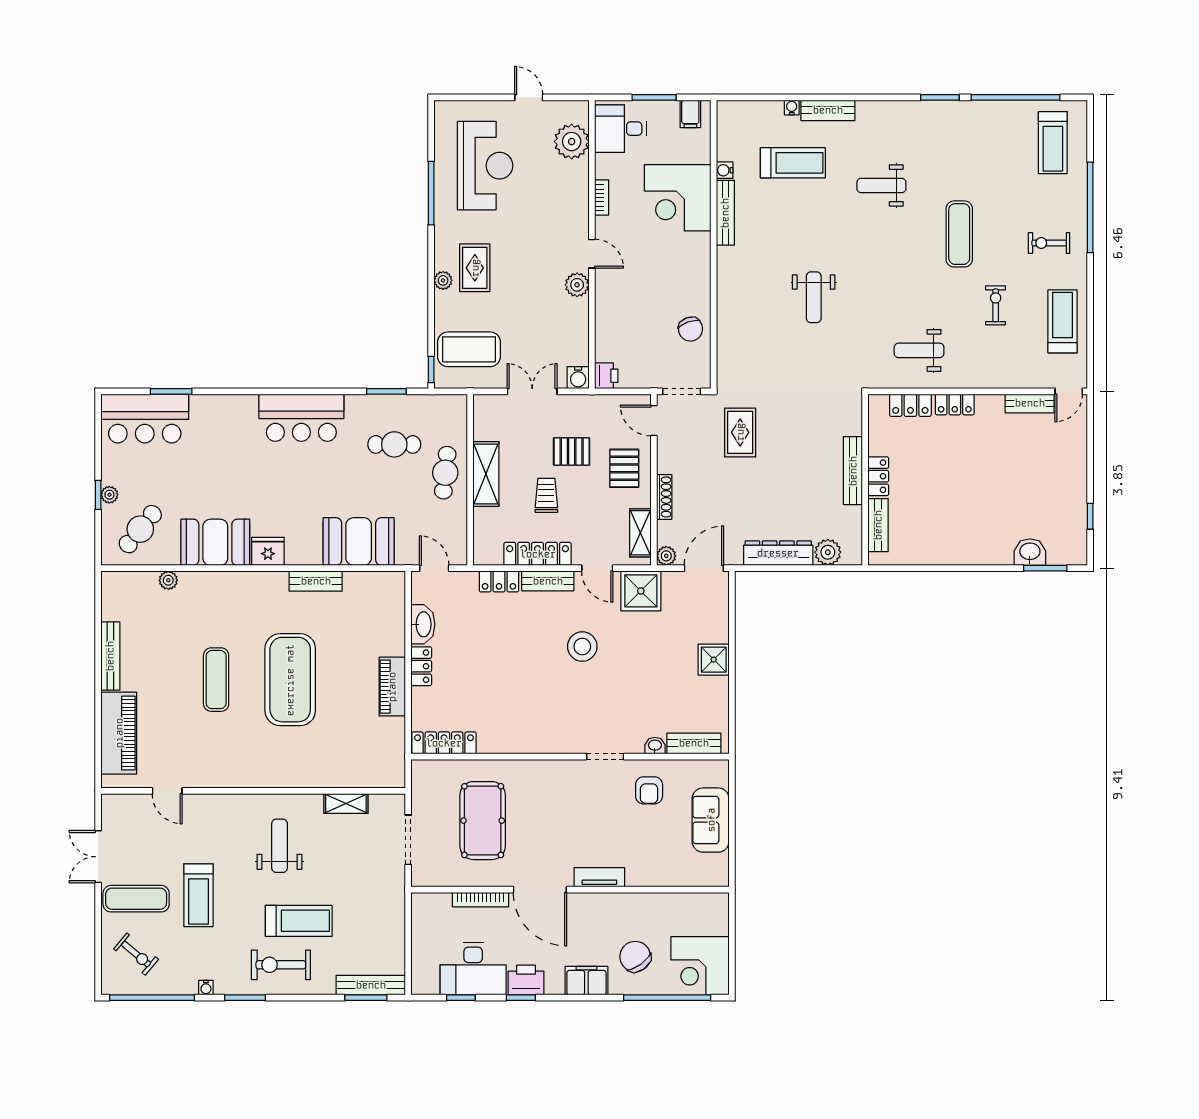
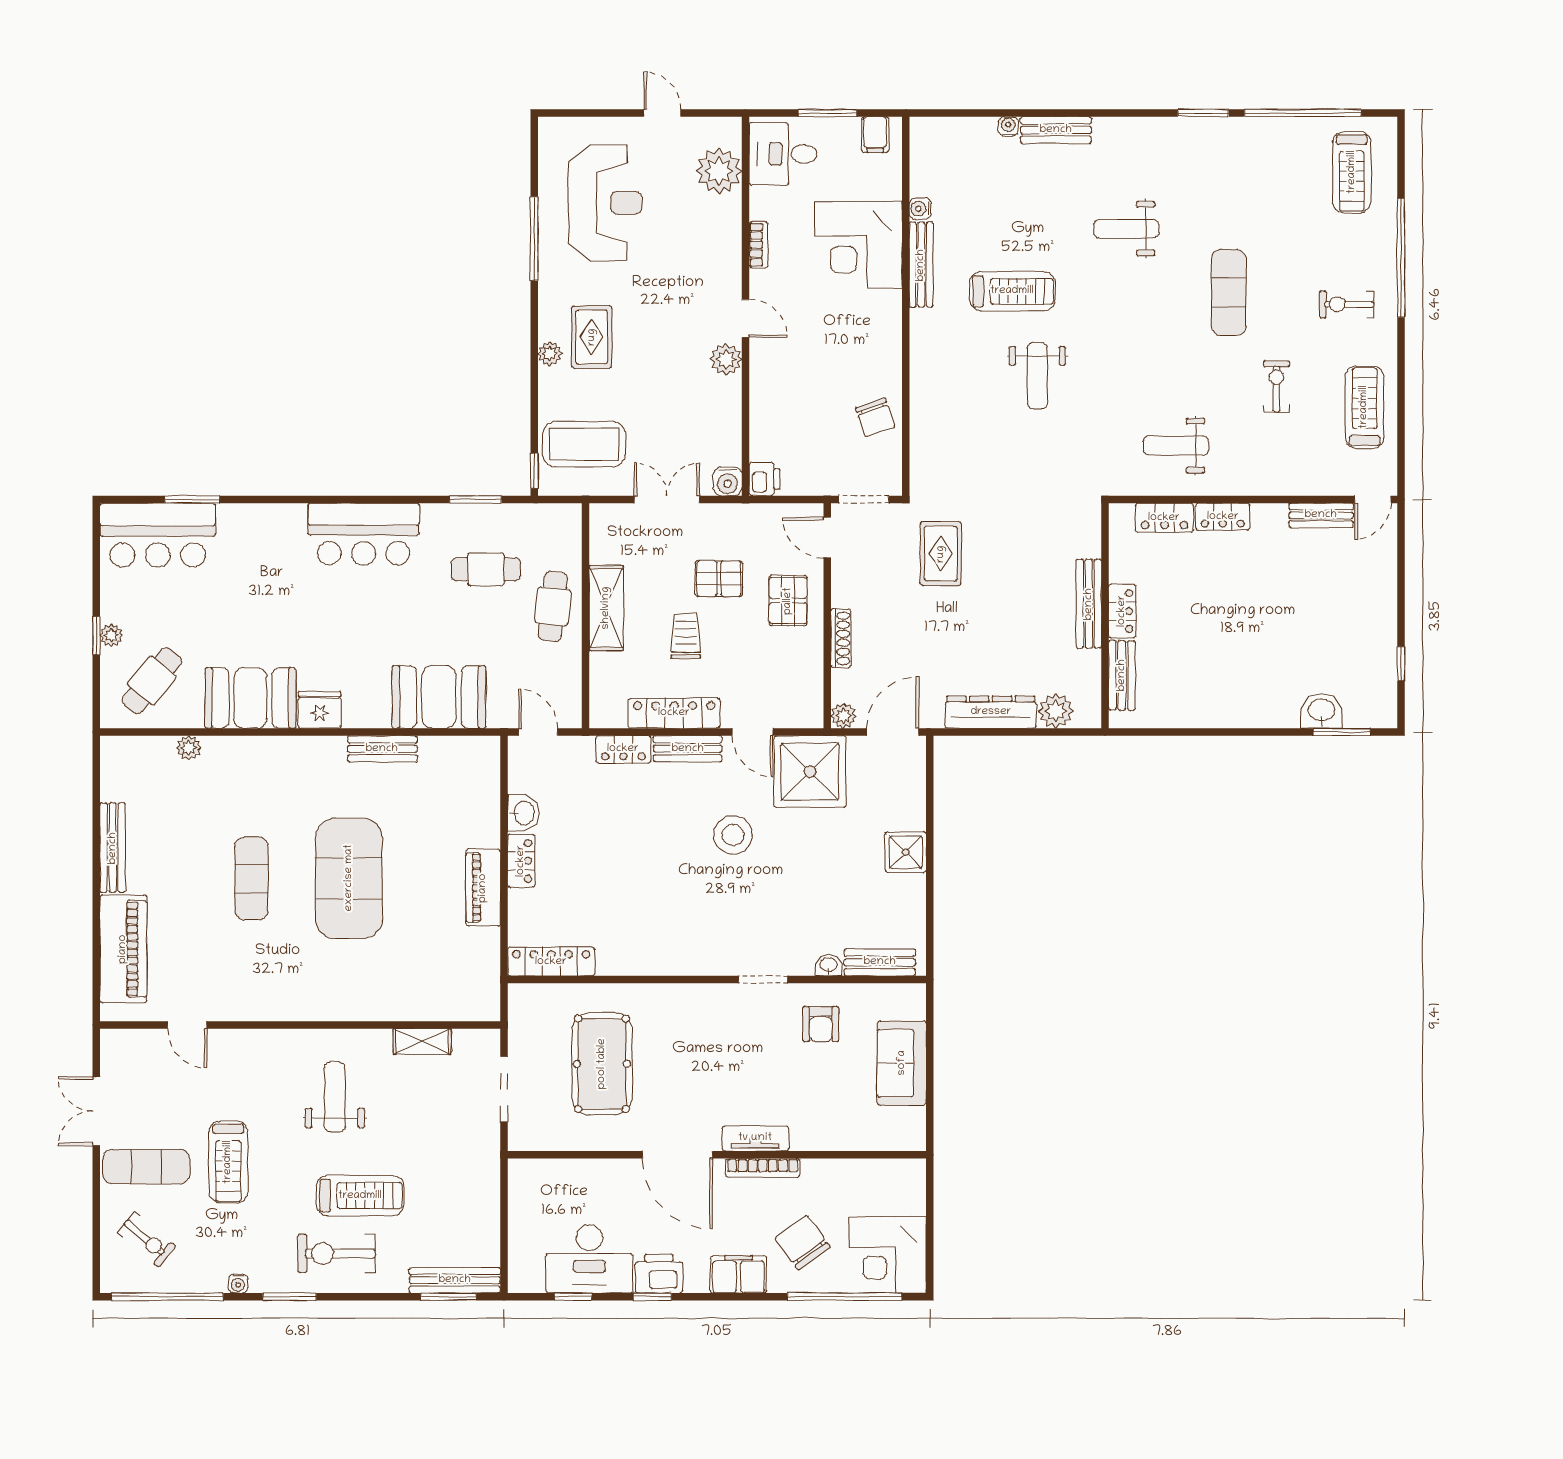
treadmill: (793, 163) -> (1012, 291), moved
shelving: (640, 533) -> (809, 685), removed
shower: (641, 591) -> (810, 772), width x1.37, depth x1.37
washbasin: (423, 624) -> (523, 813), width x0.72
bookcase: (481, 900) -> (763, 1168), moved

